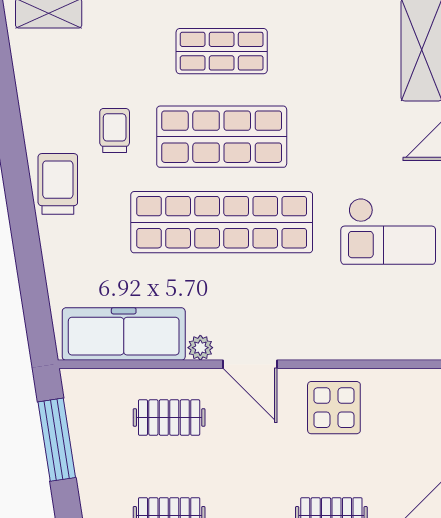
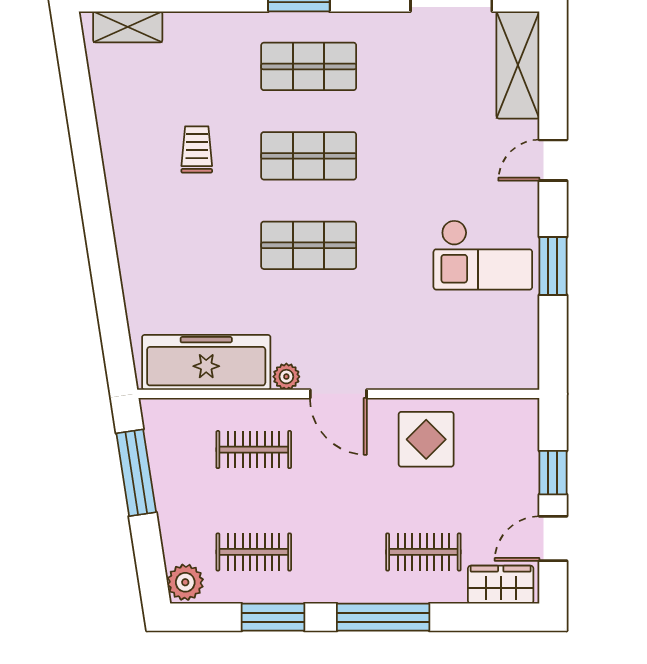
shop shelf: (222, 137) -> (309, 156), width x0.70, depth x0.74
trolley: (58, 184) -> (137, 205), removed
shop shelf: (222, 222) -> (309, 245), width x0.50, depth x0.74

